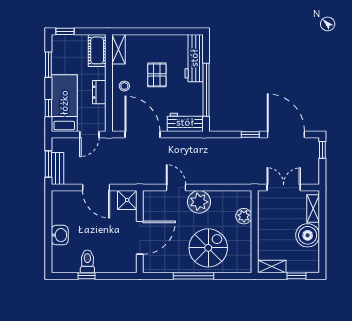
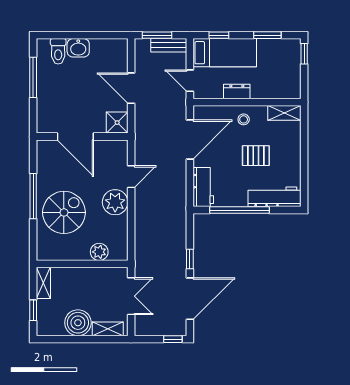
cot: (97, 50) -> (283, 89), removed
bench: (58, 168) -> (169, 45), moved
door: (96, 187) -> (131, 88), hinge flipped
spiral stairs: (208, 248) -> (64, 212), turned -90
toilet: (87, 261) -> (58, 51), moved, turned 90
window: (86, 276) -> (33, 77), width x2.17

